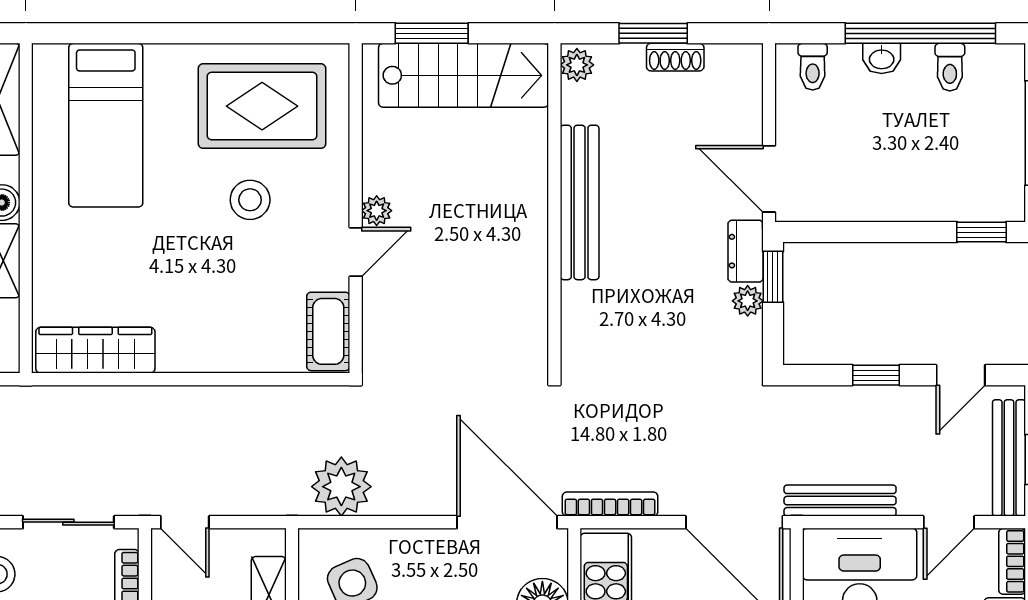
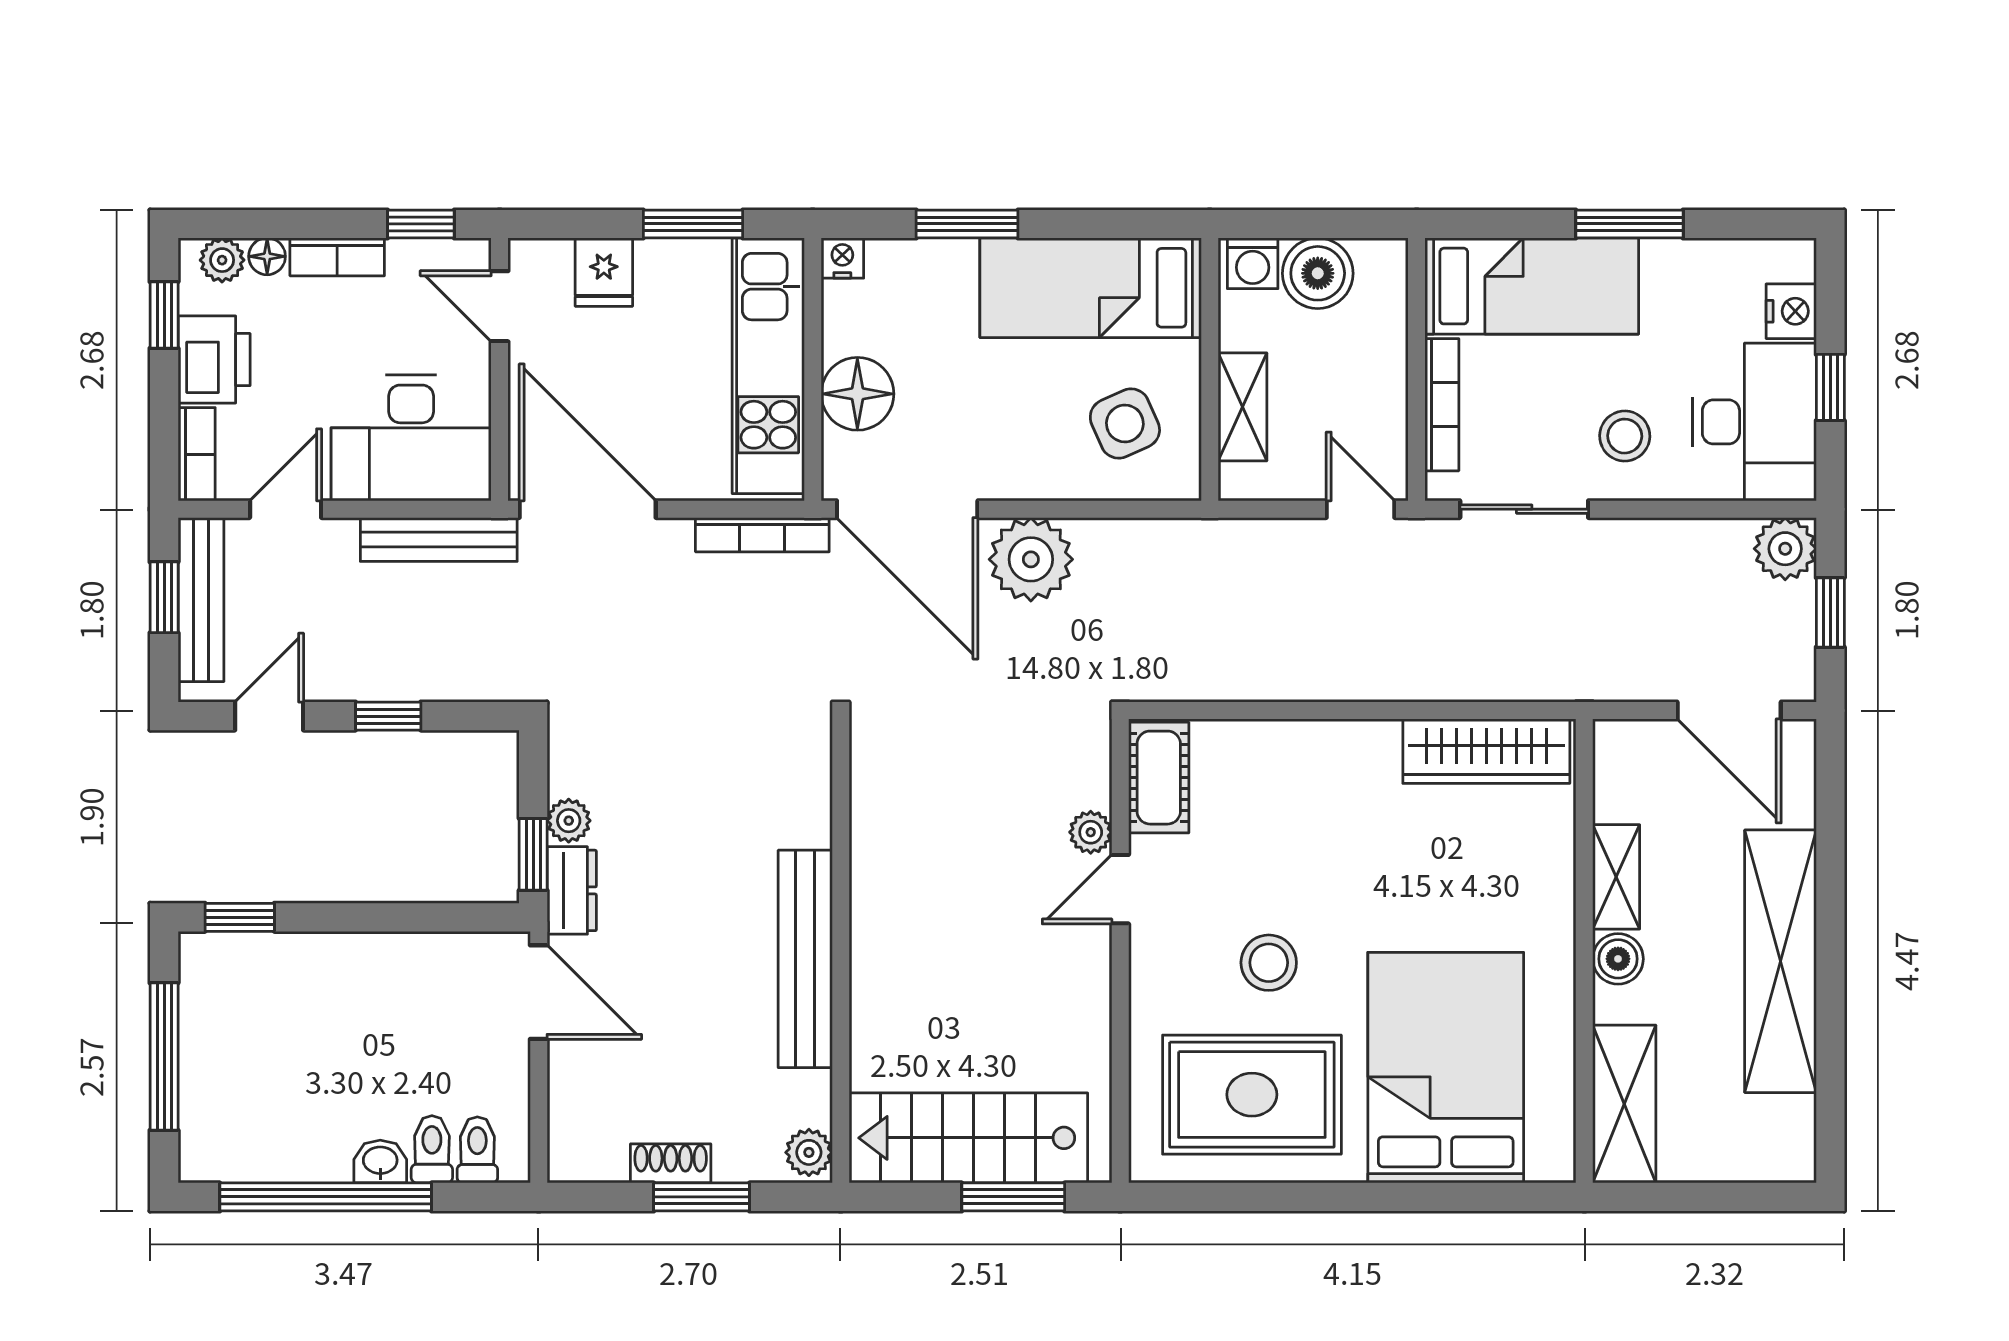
toilet: (950, 67) -> (432, 1149), moved
bed: (106, 125) -> (1446, 1068), width x1.50
plant: (377, 211) -> (1091, 832), moved
plant: (341, 487) -> (1031, 559), moved

